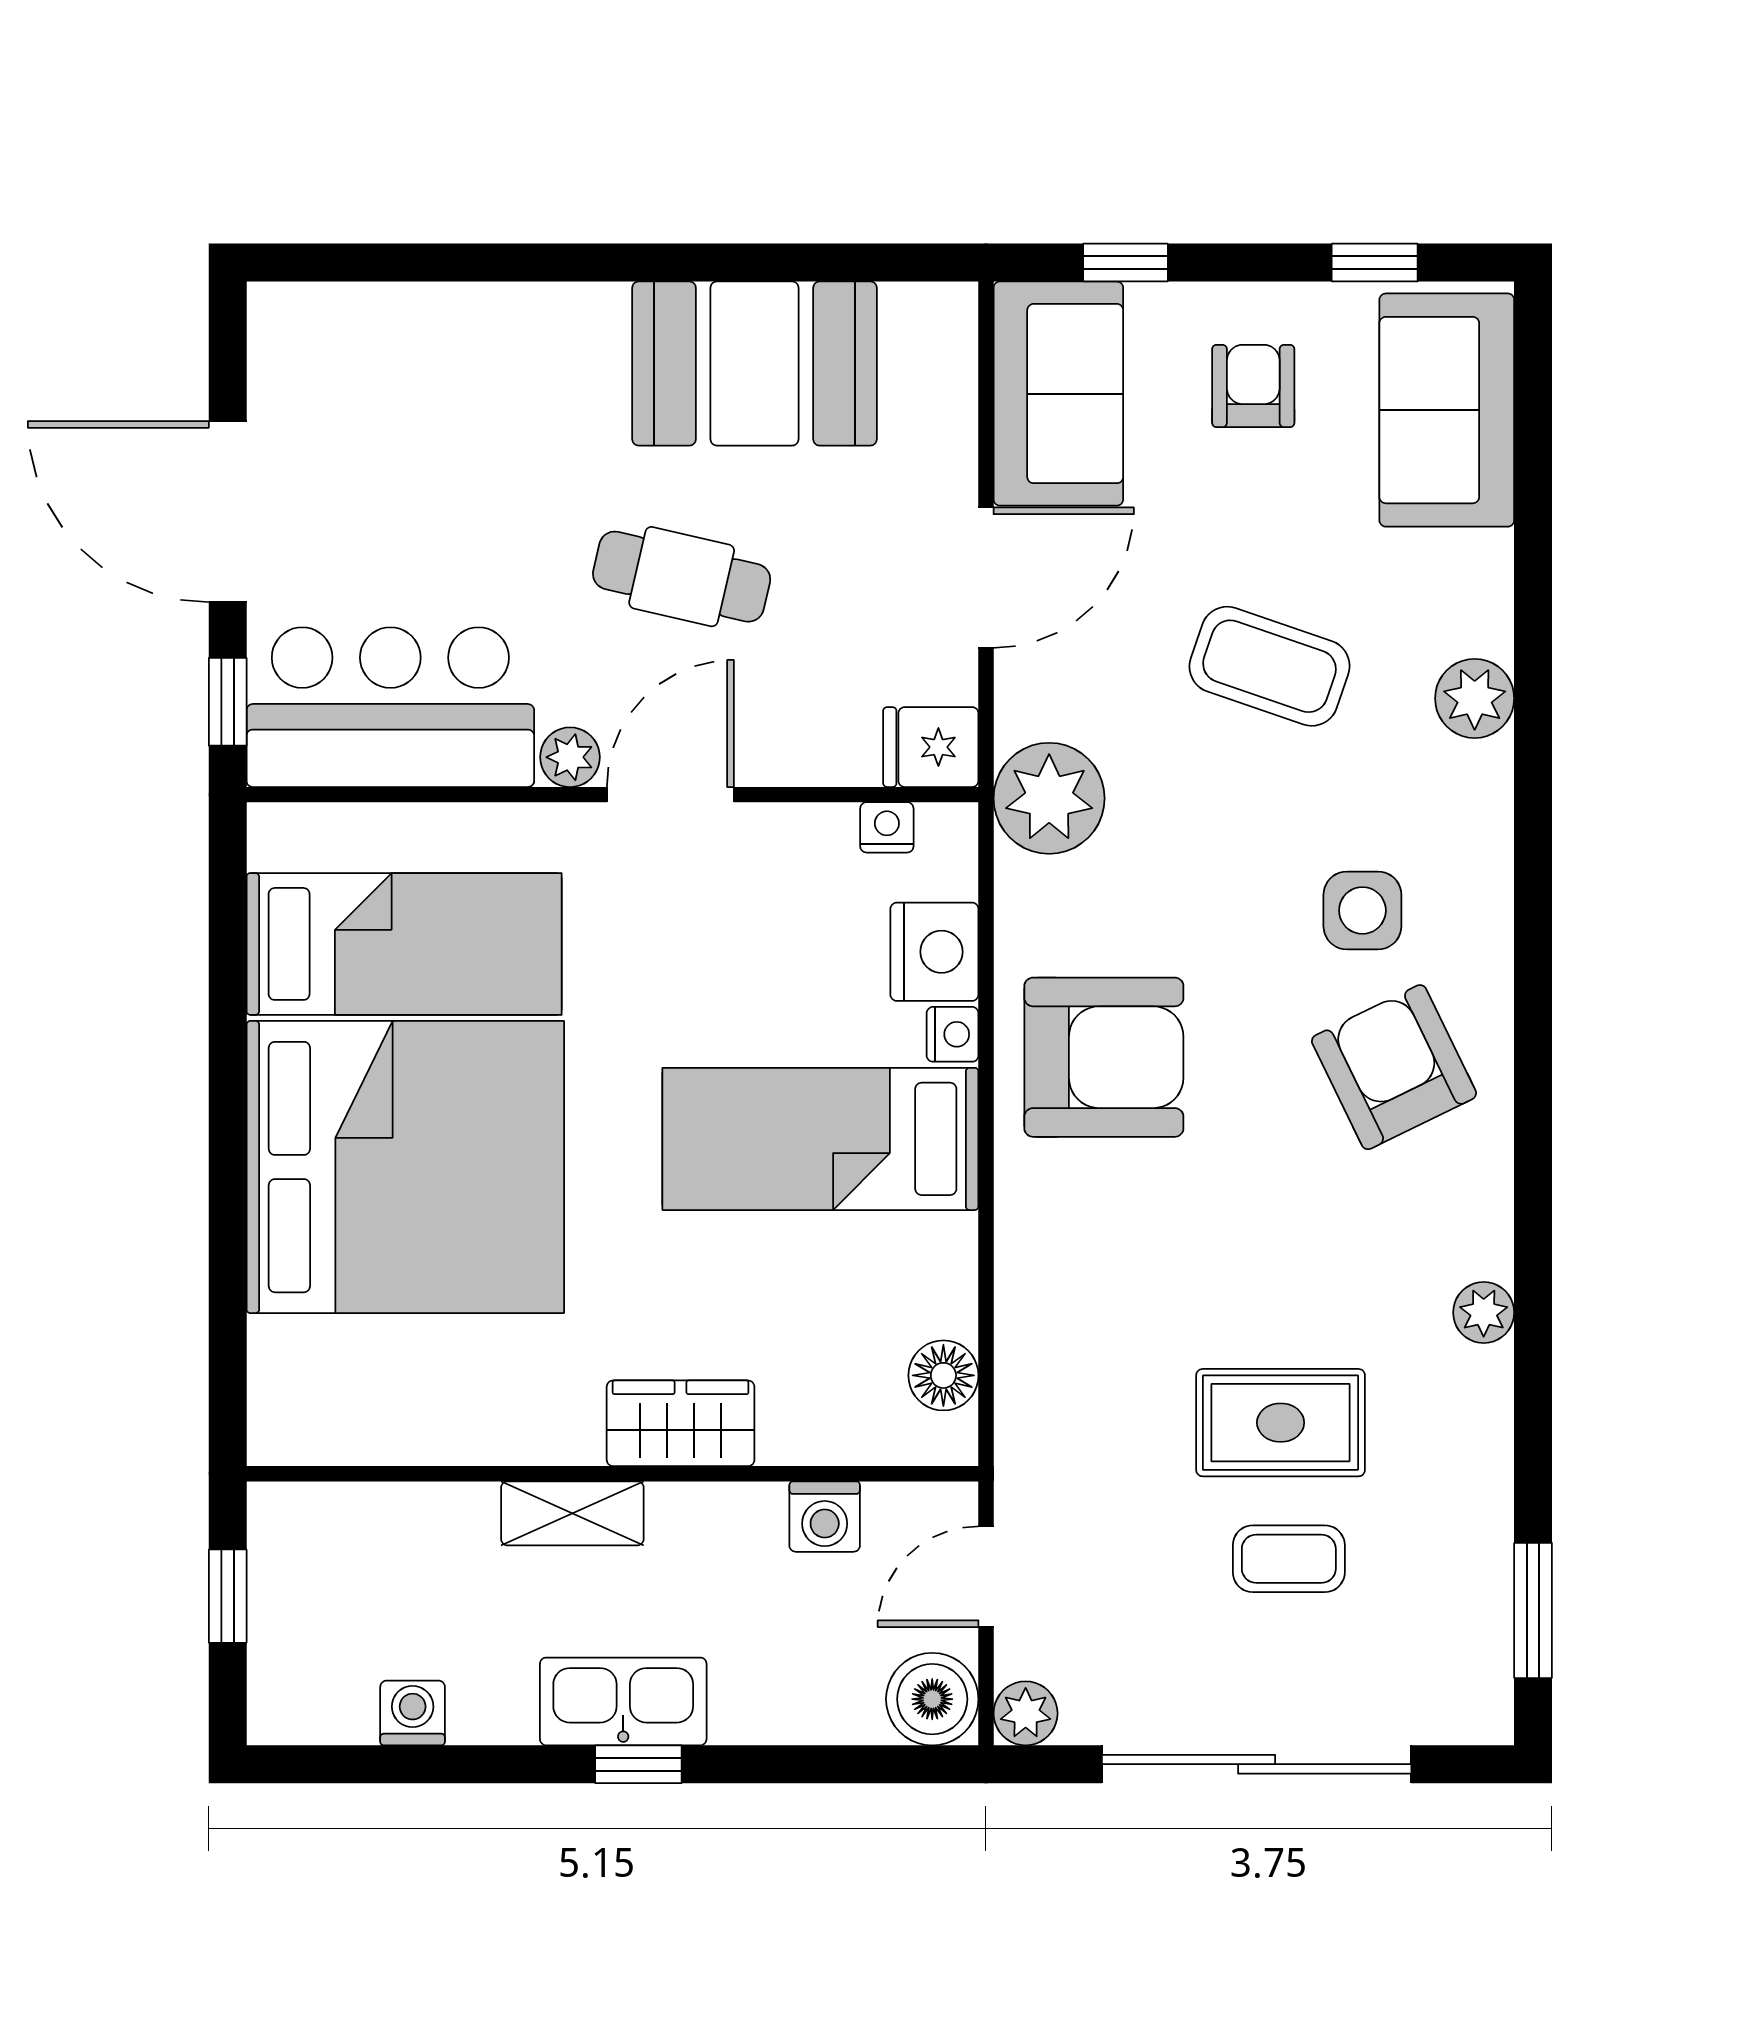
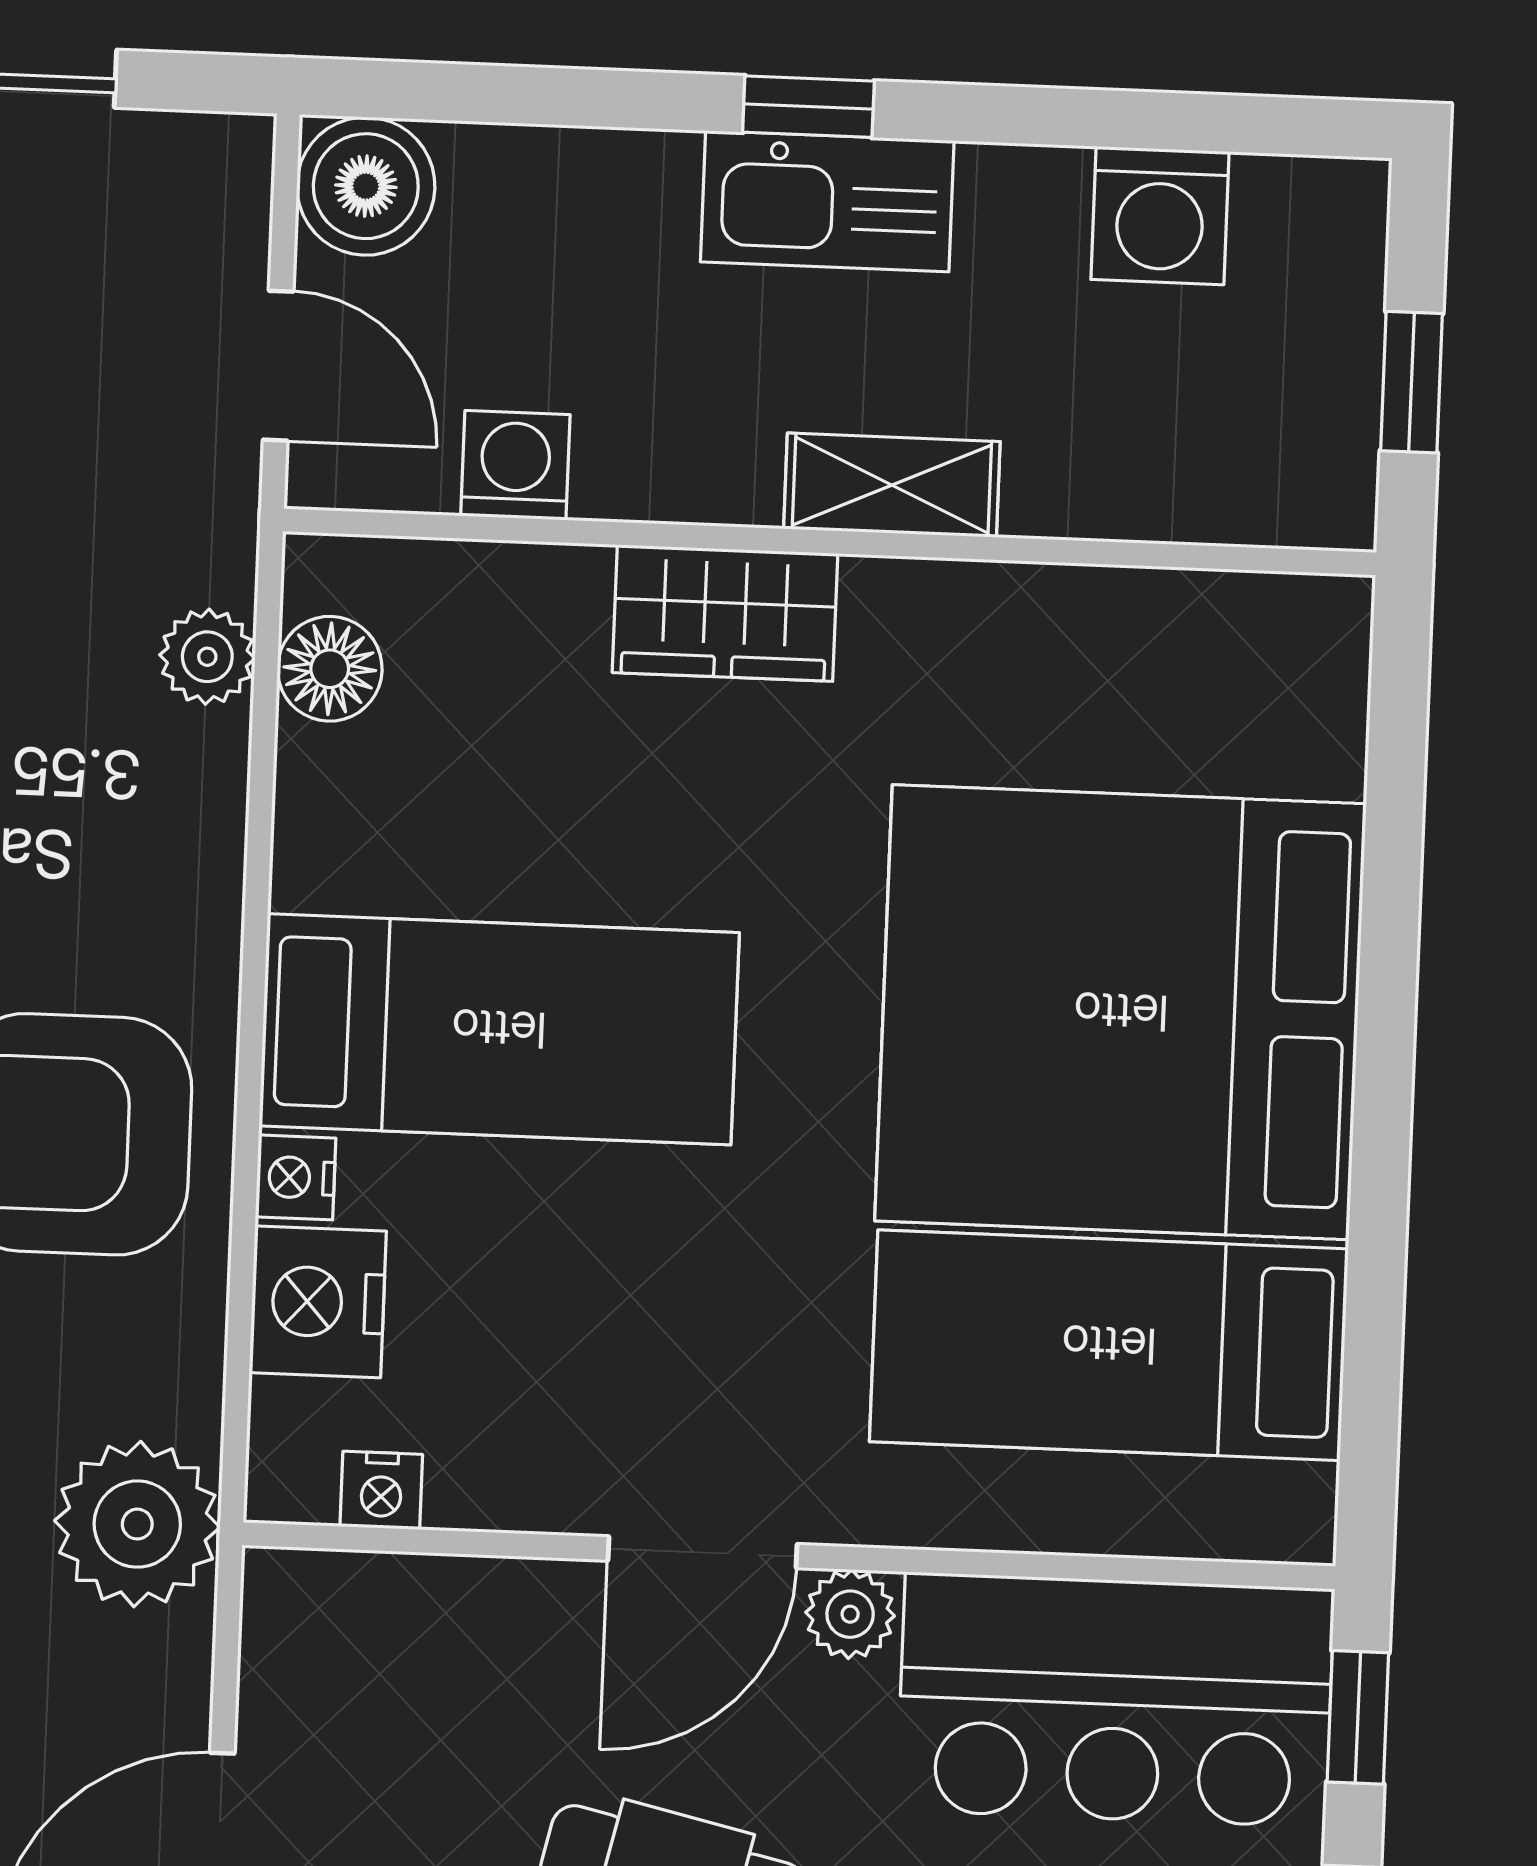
fridge: (931, 747) -> (311, 1608), removed
door: (986, 1577) -> (278, 366), hinge flipped
washing machine: (413, 1713) -> (1160, 216), width x1.38, depth x1.38
plant: (1026, 1713) -> (207, 657), moved

